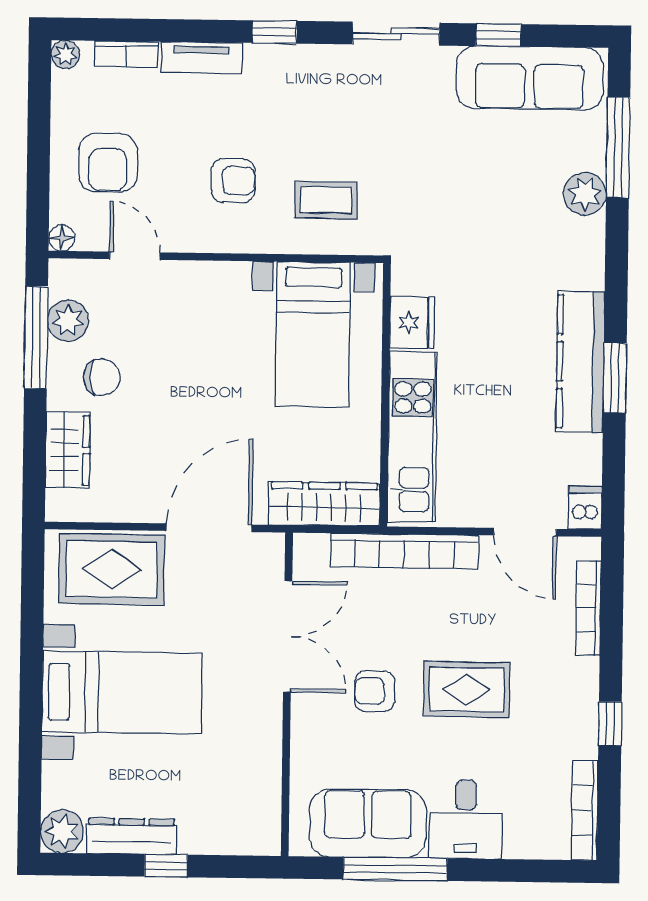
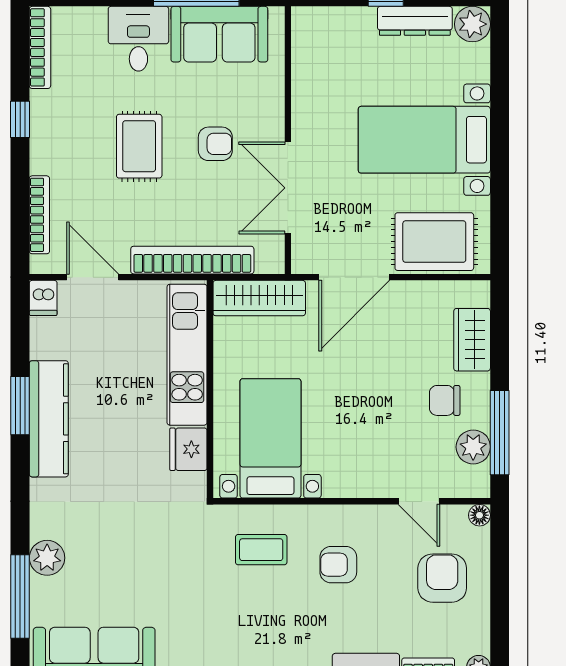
rug: (467, 689) -> (139, 146), turned 90

